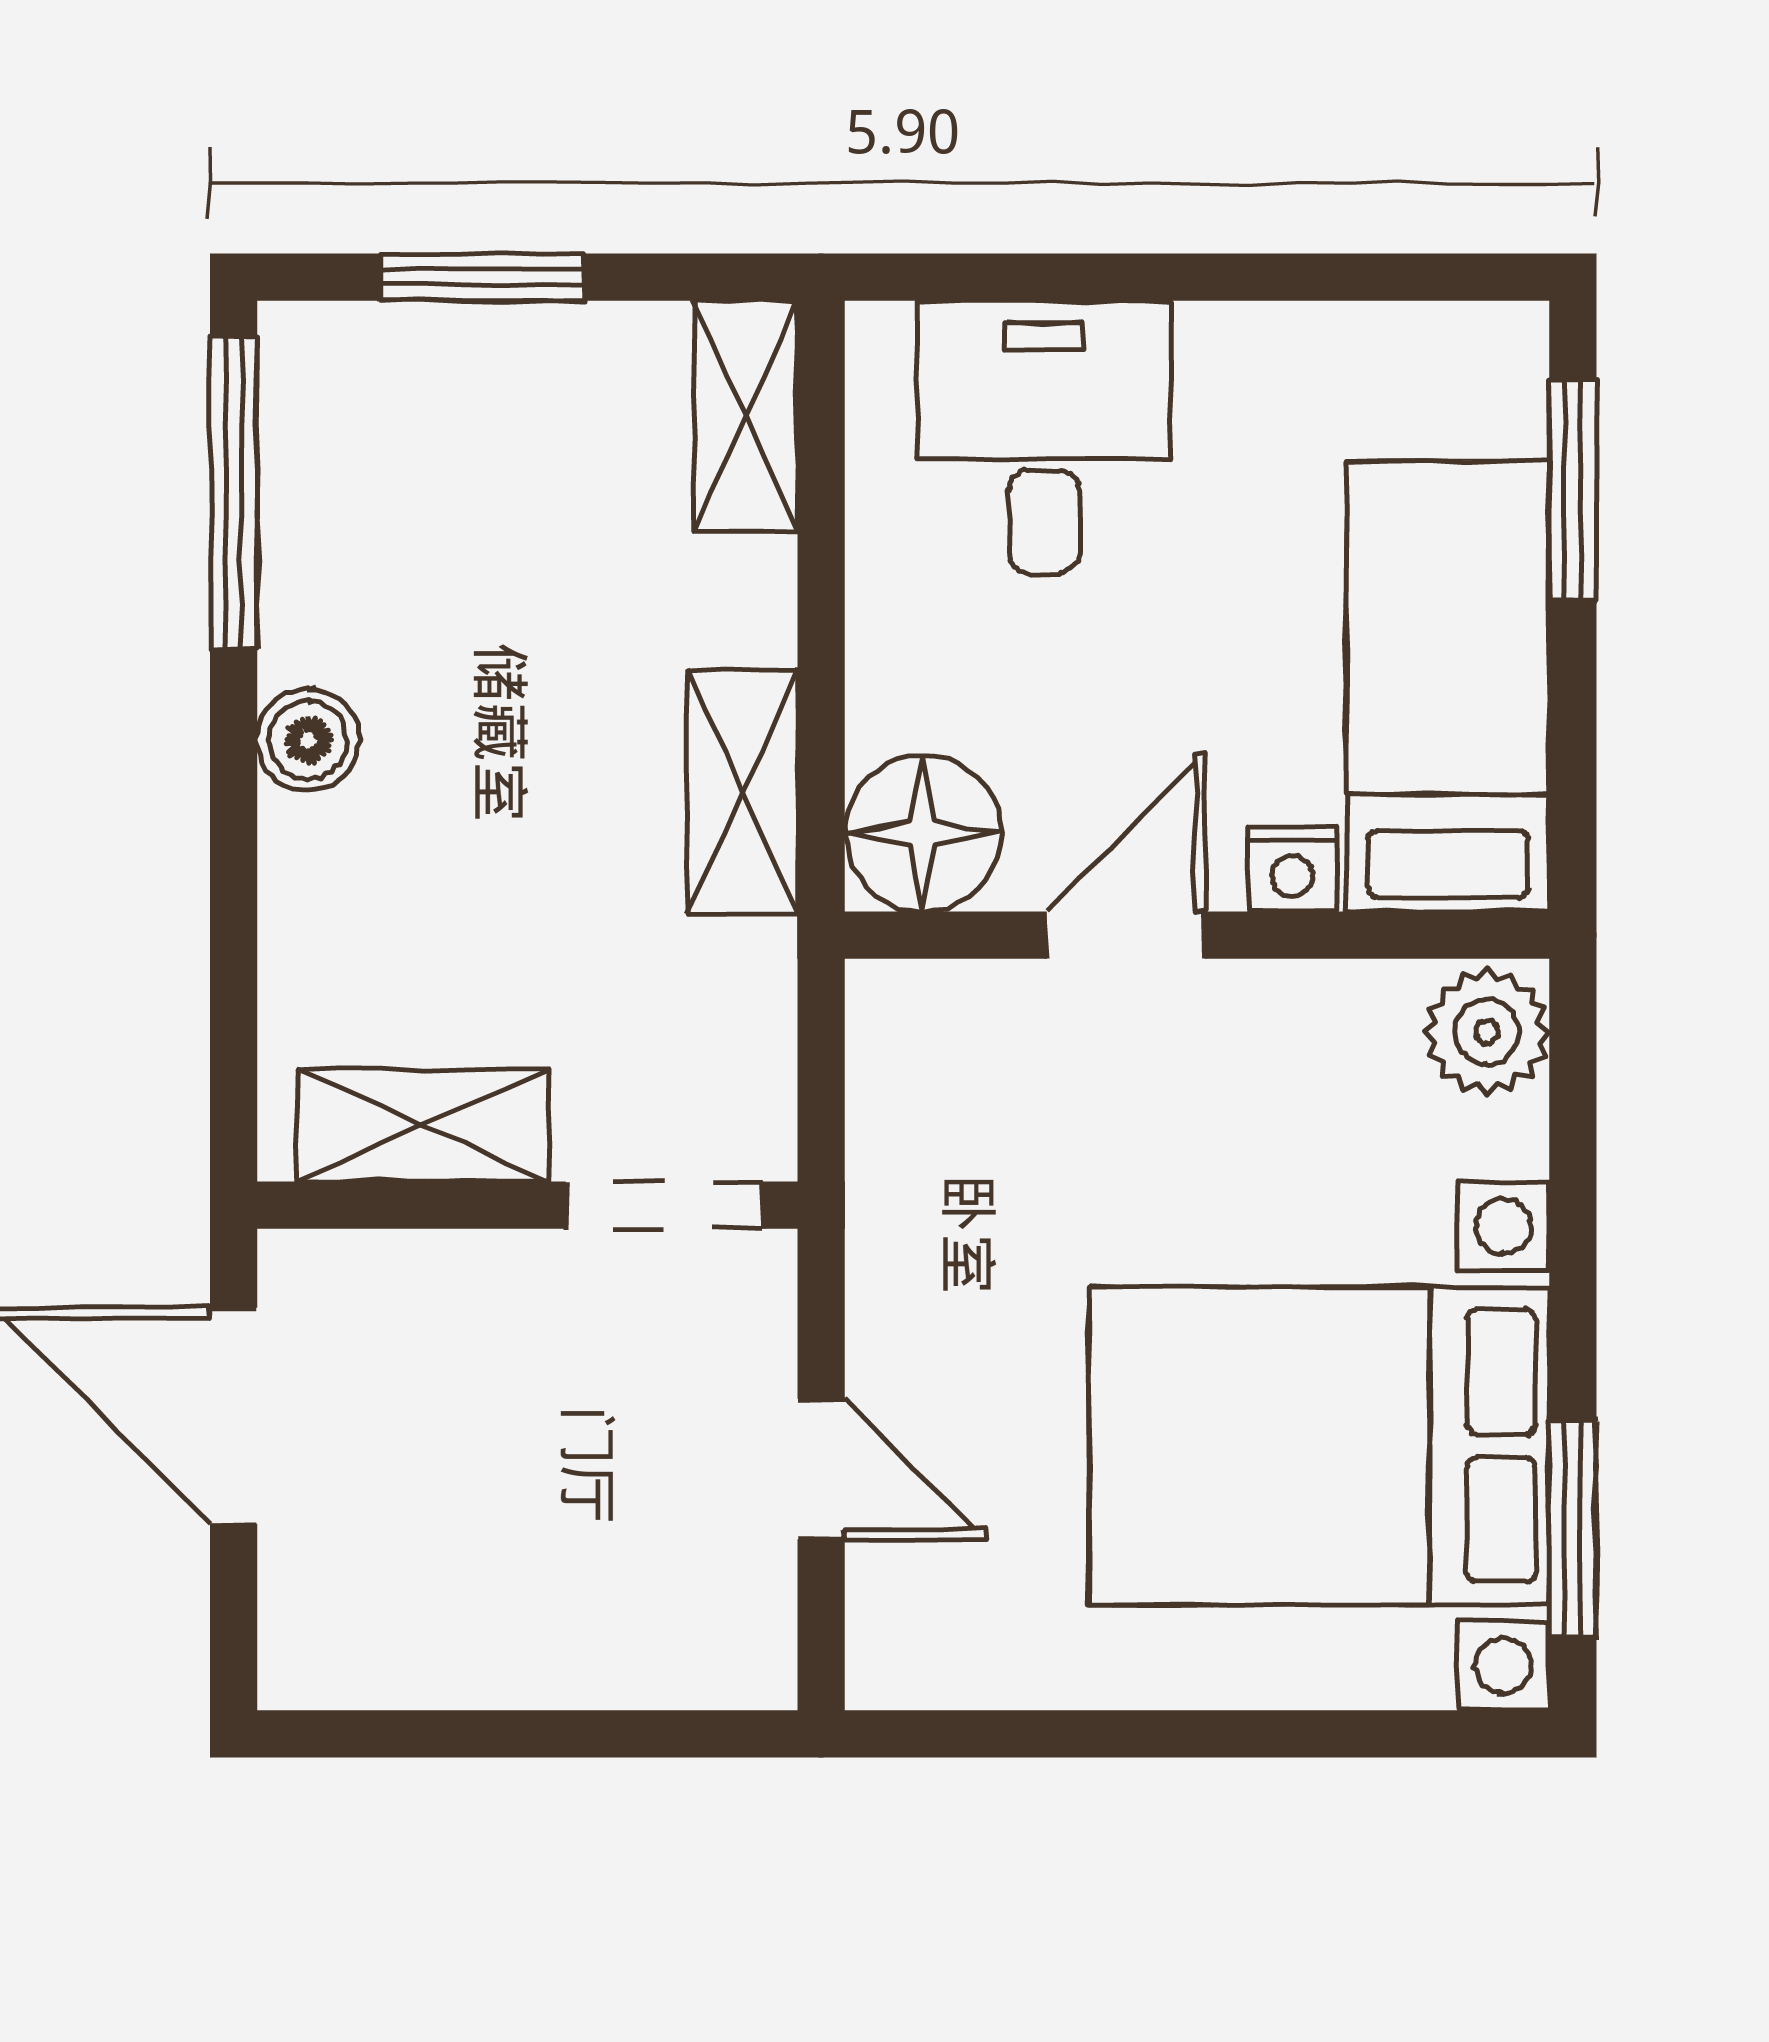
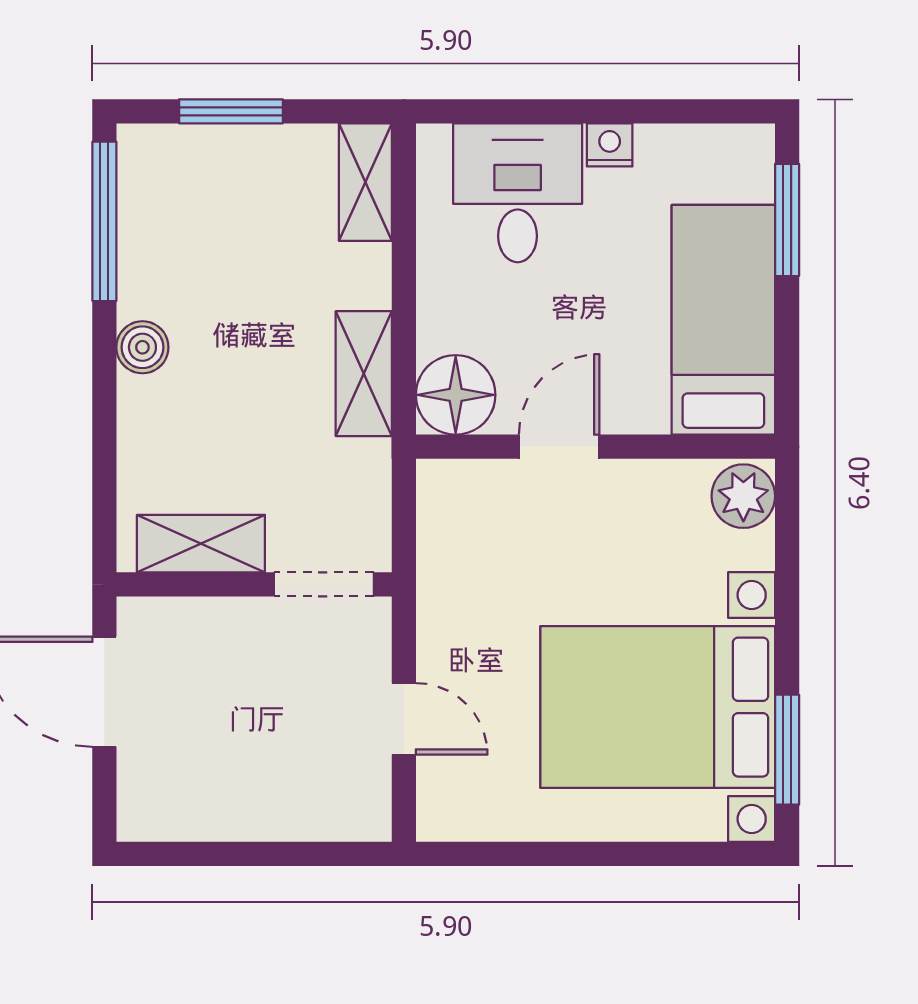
nightstand: (1292, 869) -> (610, 145), moved, turned 180

